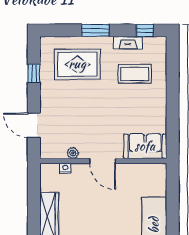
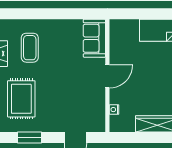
window: (34, 73) -> (29, 137), width x1.50
plant: (73, 153) -> (100, 103), removed

